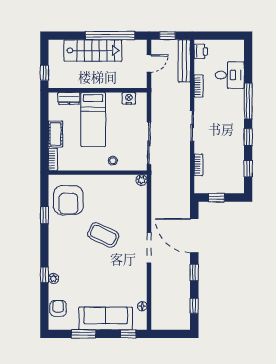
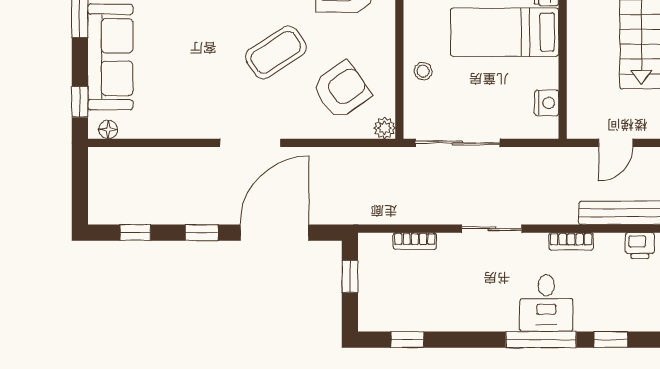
door: (149, 63) -> (616, 143), hinge flipped
desk: (230, 75) -> (546, 303), moved
window: (248, 137) -> (611, 340), moved
armchair: (122, 202) -> (341, 90), added
coffee table: (103, 235) -> (276, 52), turned 32
floor lamp: (142, 306) -> (108, 130), moved

